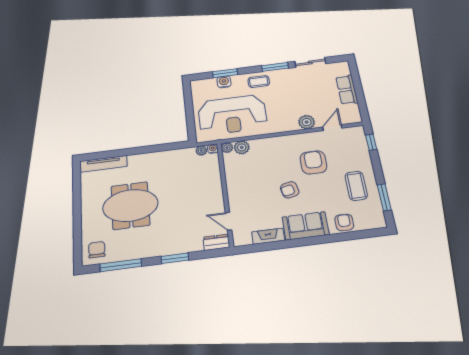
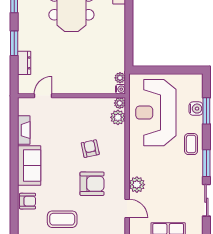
armchair: (290, 190) -> (90, 149), moved
dresser: (216, 242) -> (24, 63), moved

